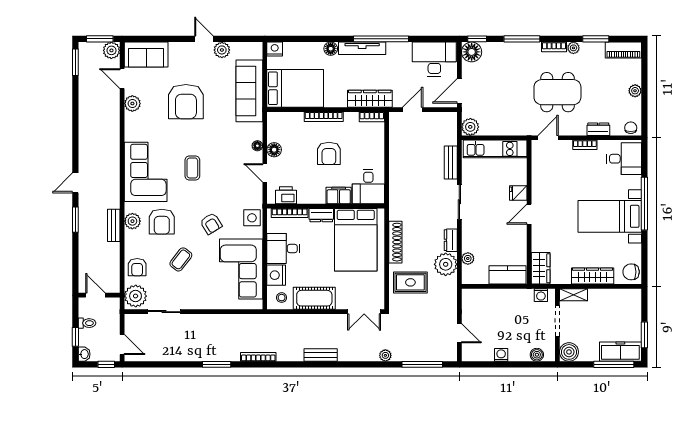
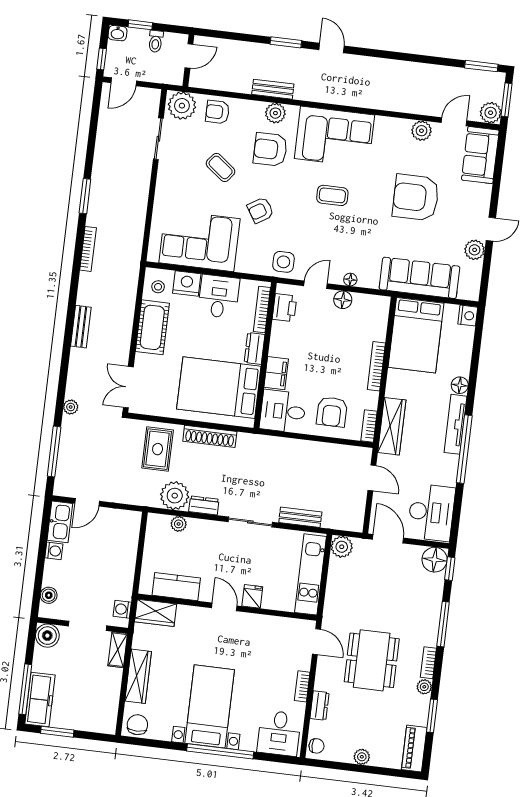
armchair: (329, 153) -> (332, 412), moved, turned -90
side table: (252, 218) -> (283, 262), moved
kitchen counter: (507, 275) -> (176, 587), moved, turned -90
kitchen sink: (478, 353) -> (60, 522), added

